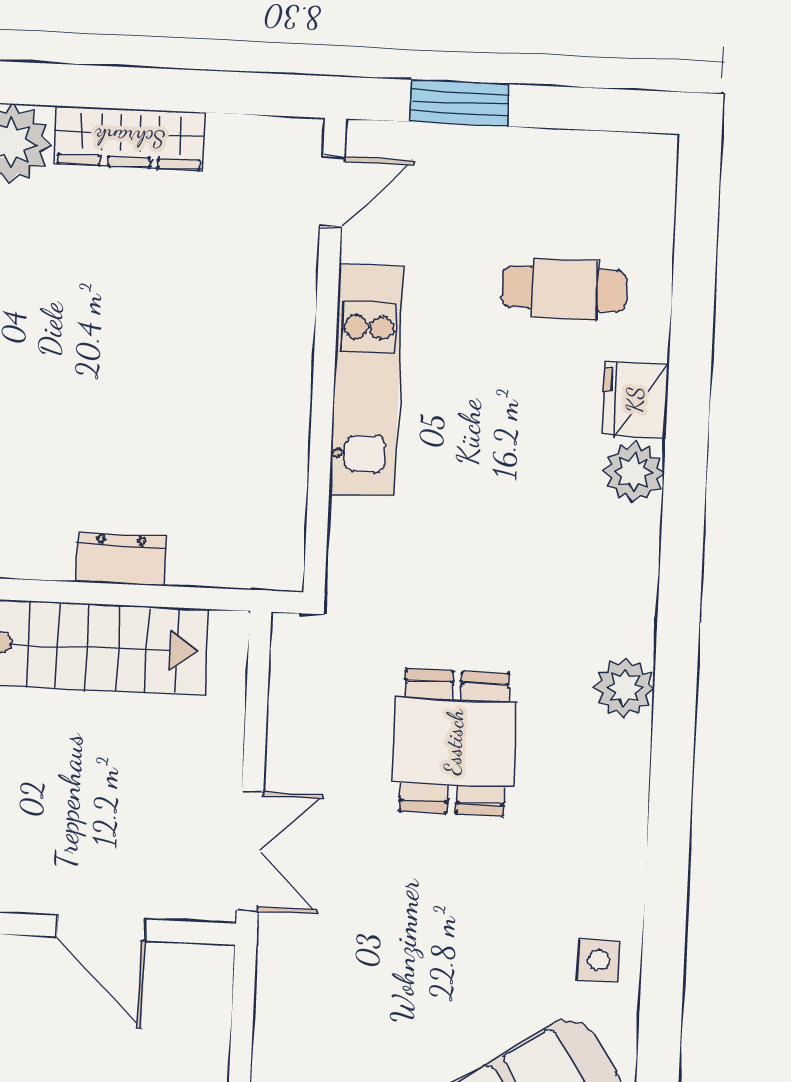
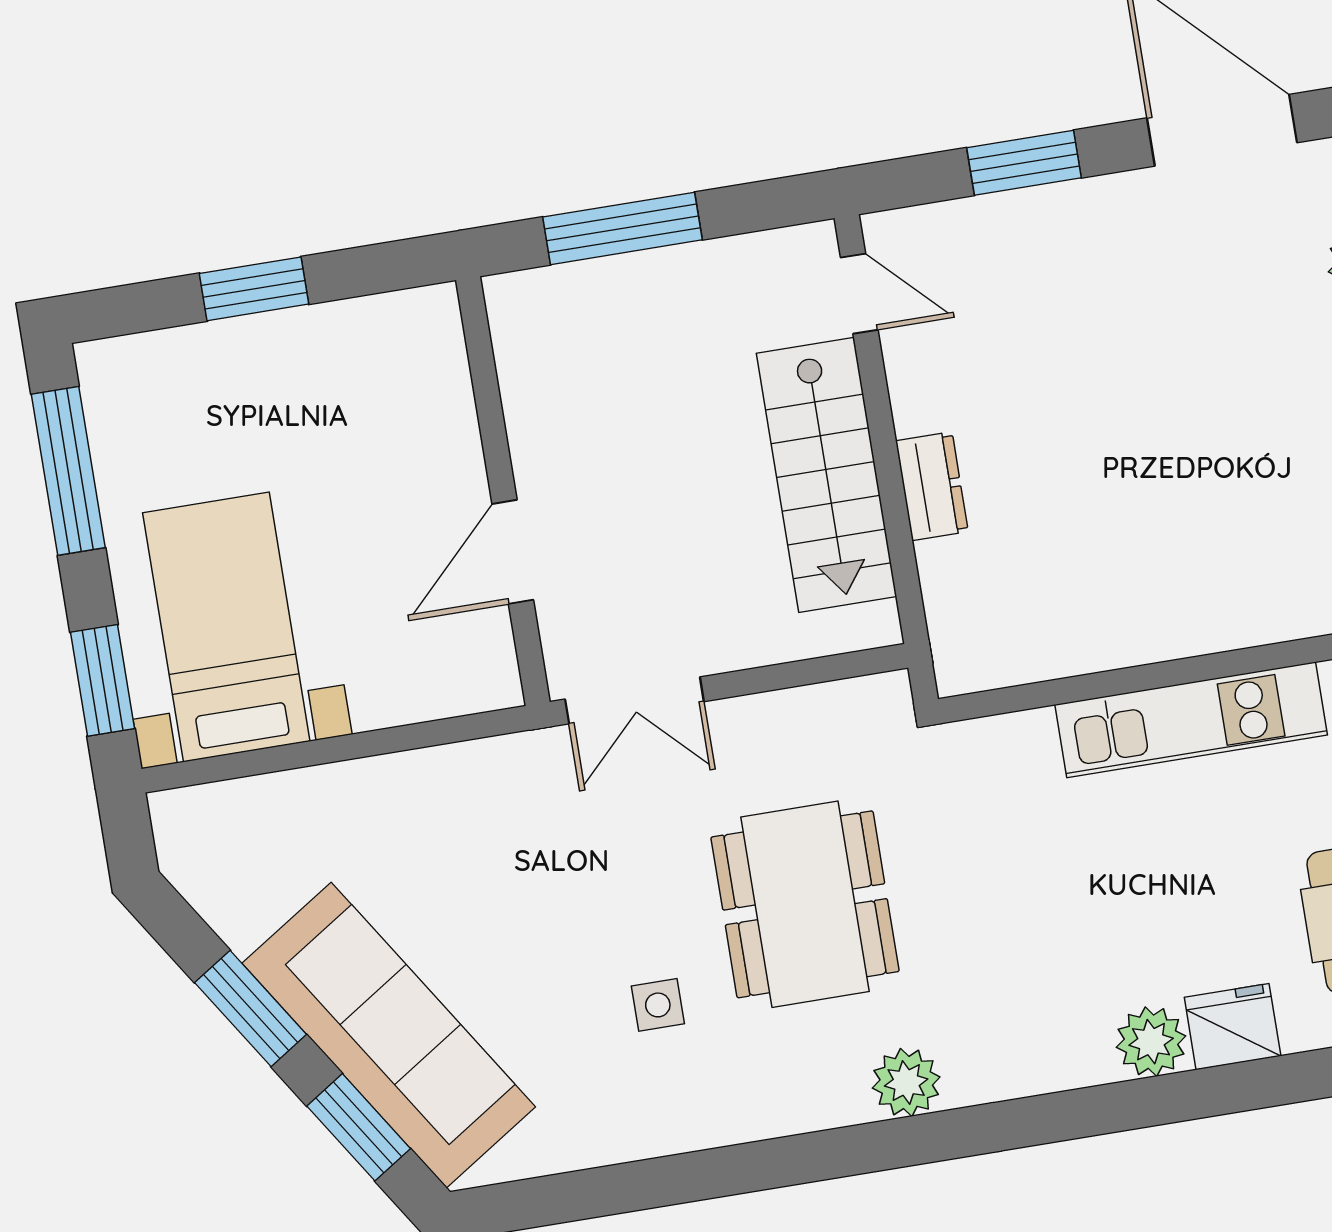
dining table: (454, 742) -> (805, 904), width x1.38
side table: (599, 960) -> (658, 1005), moved

